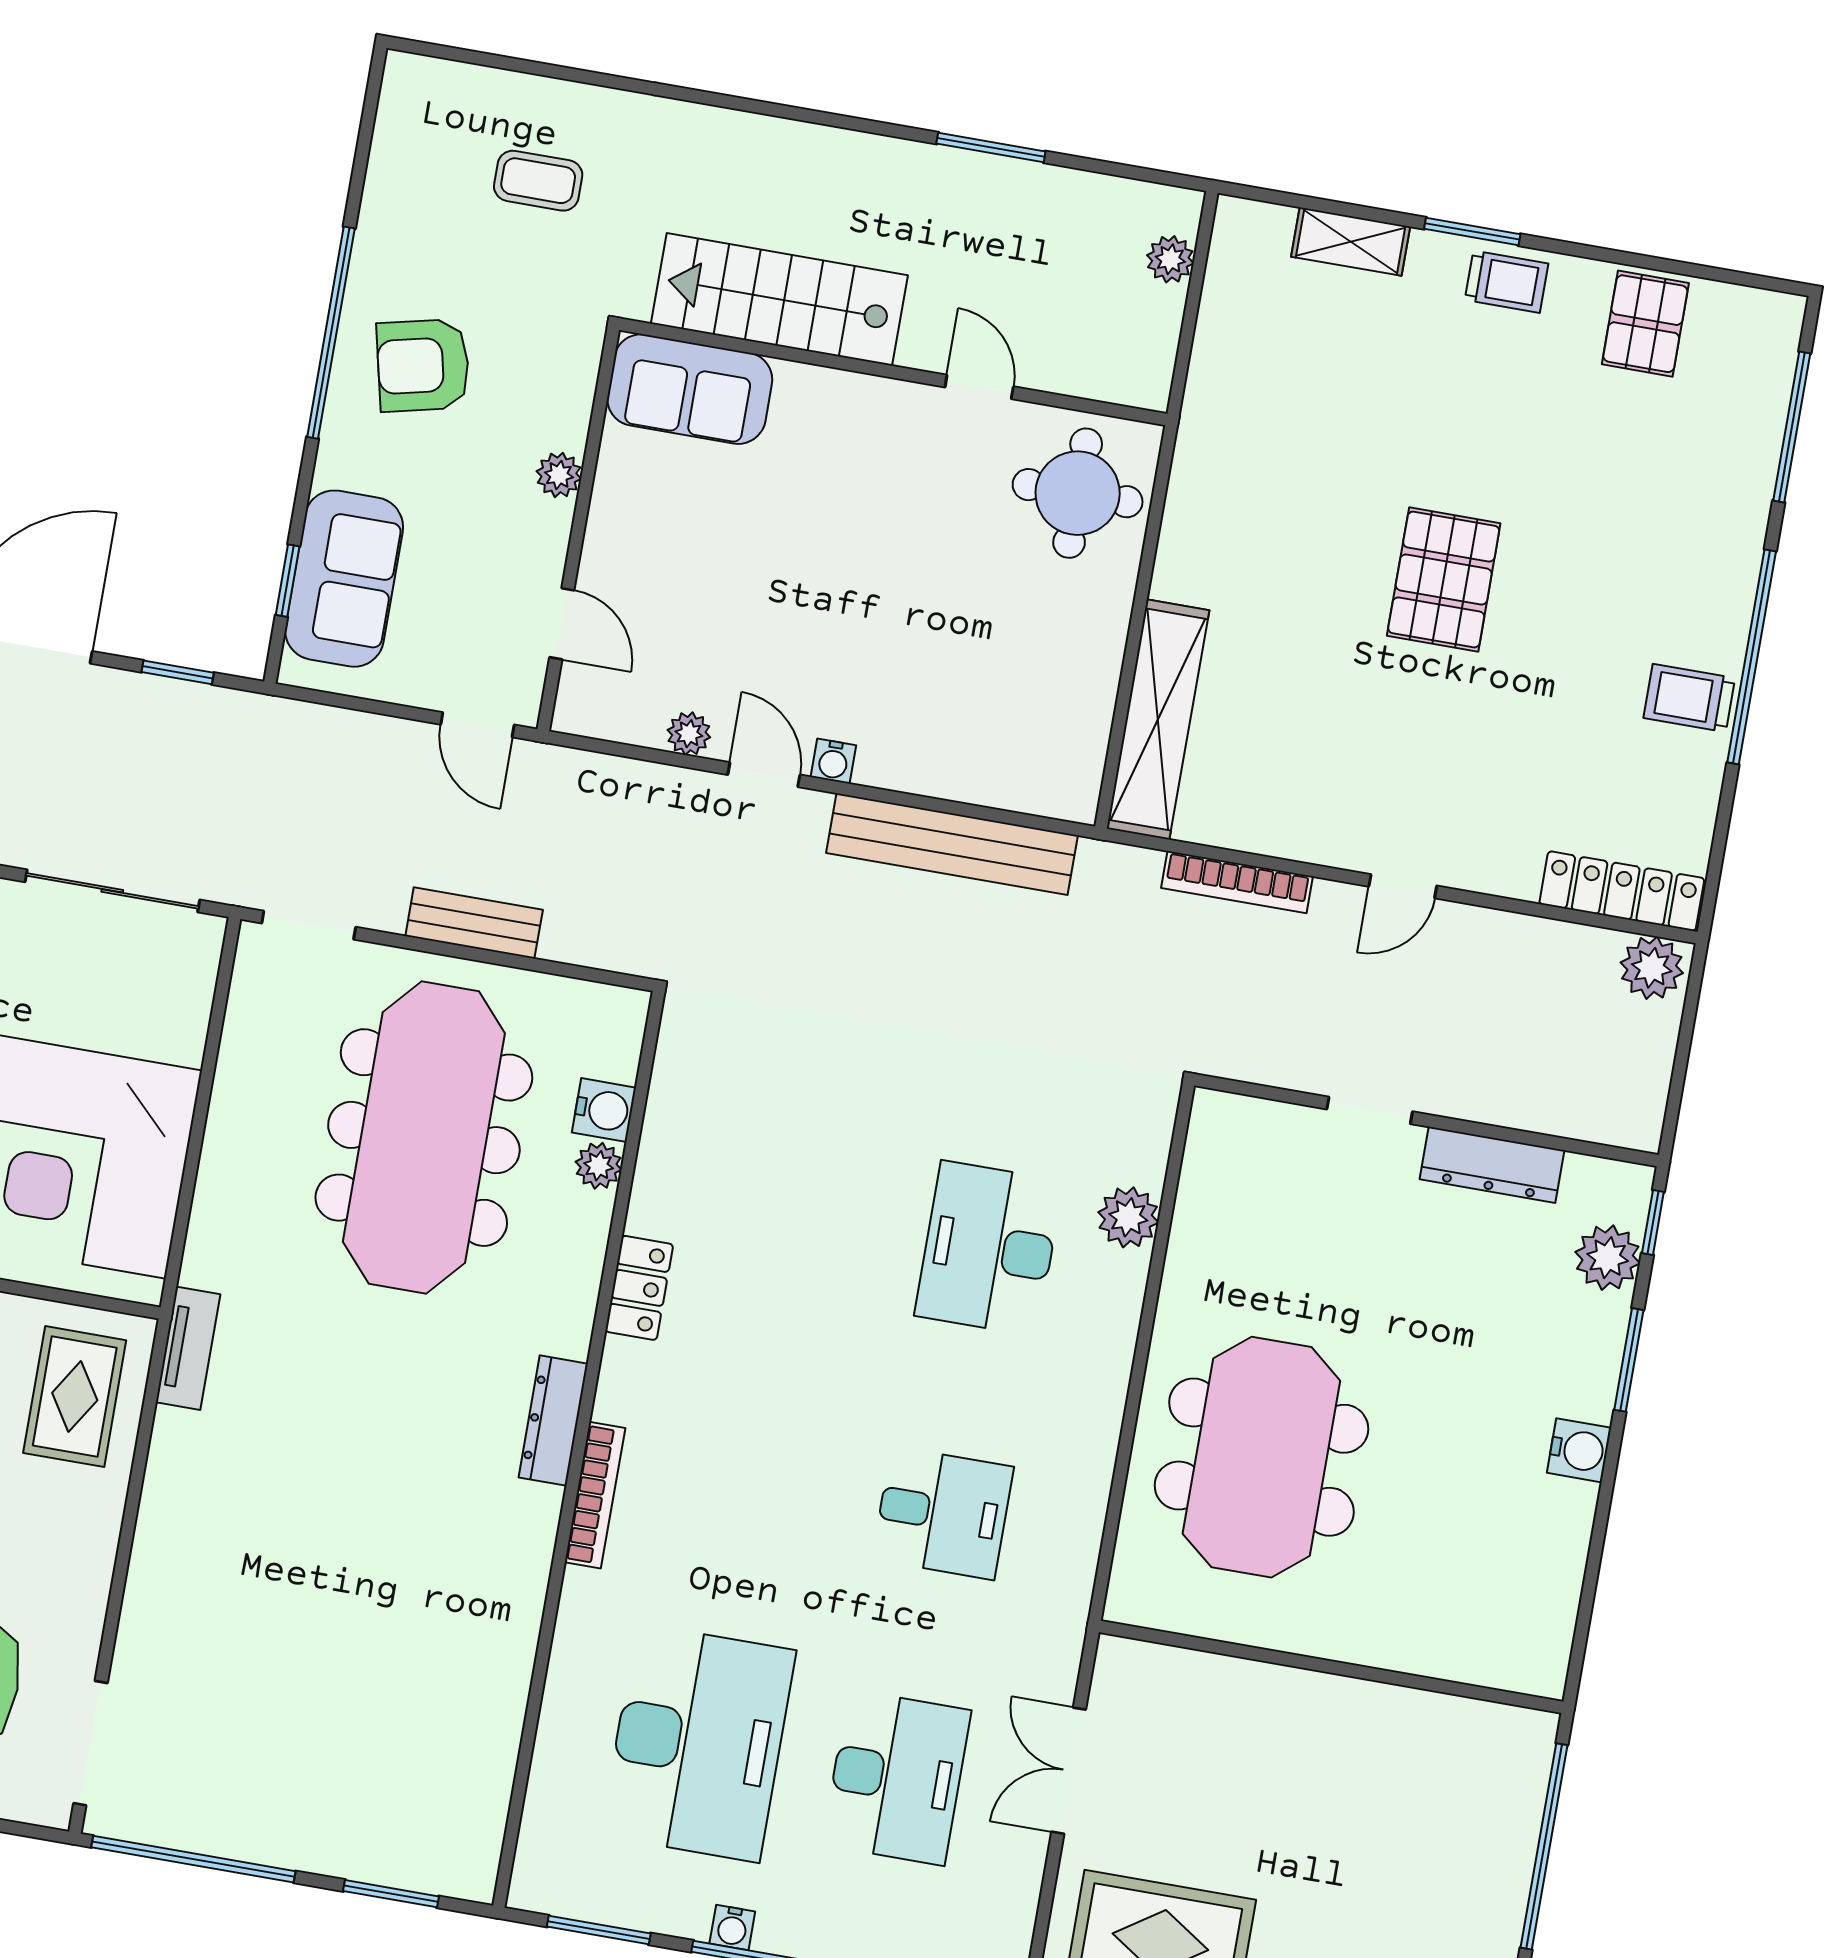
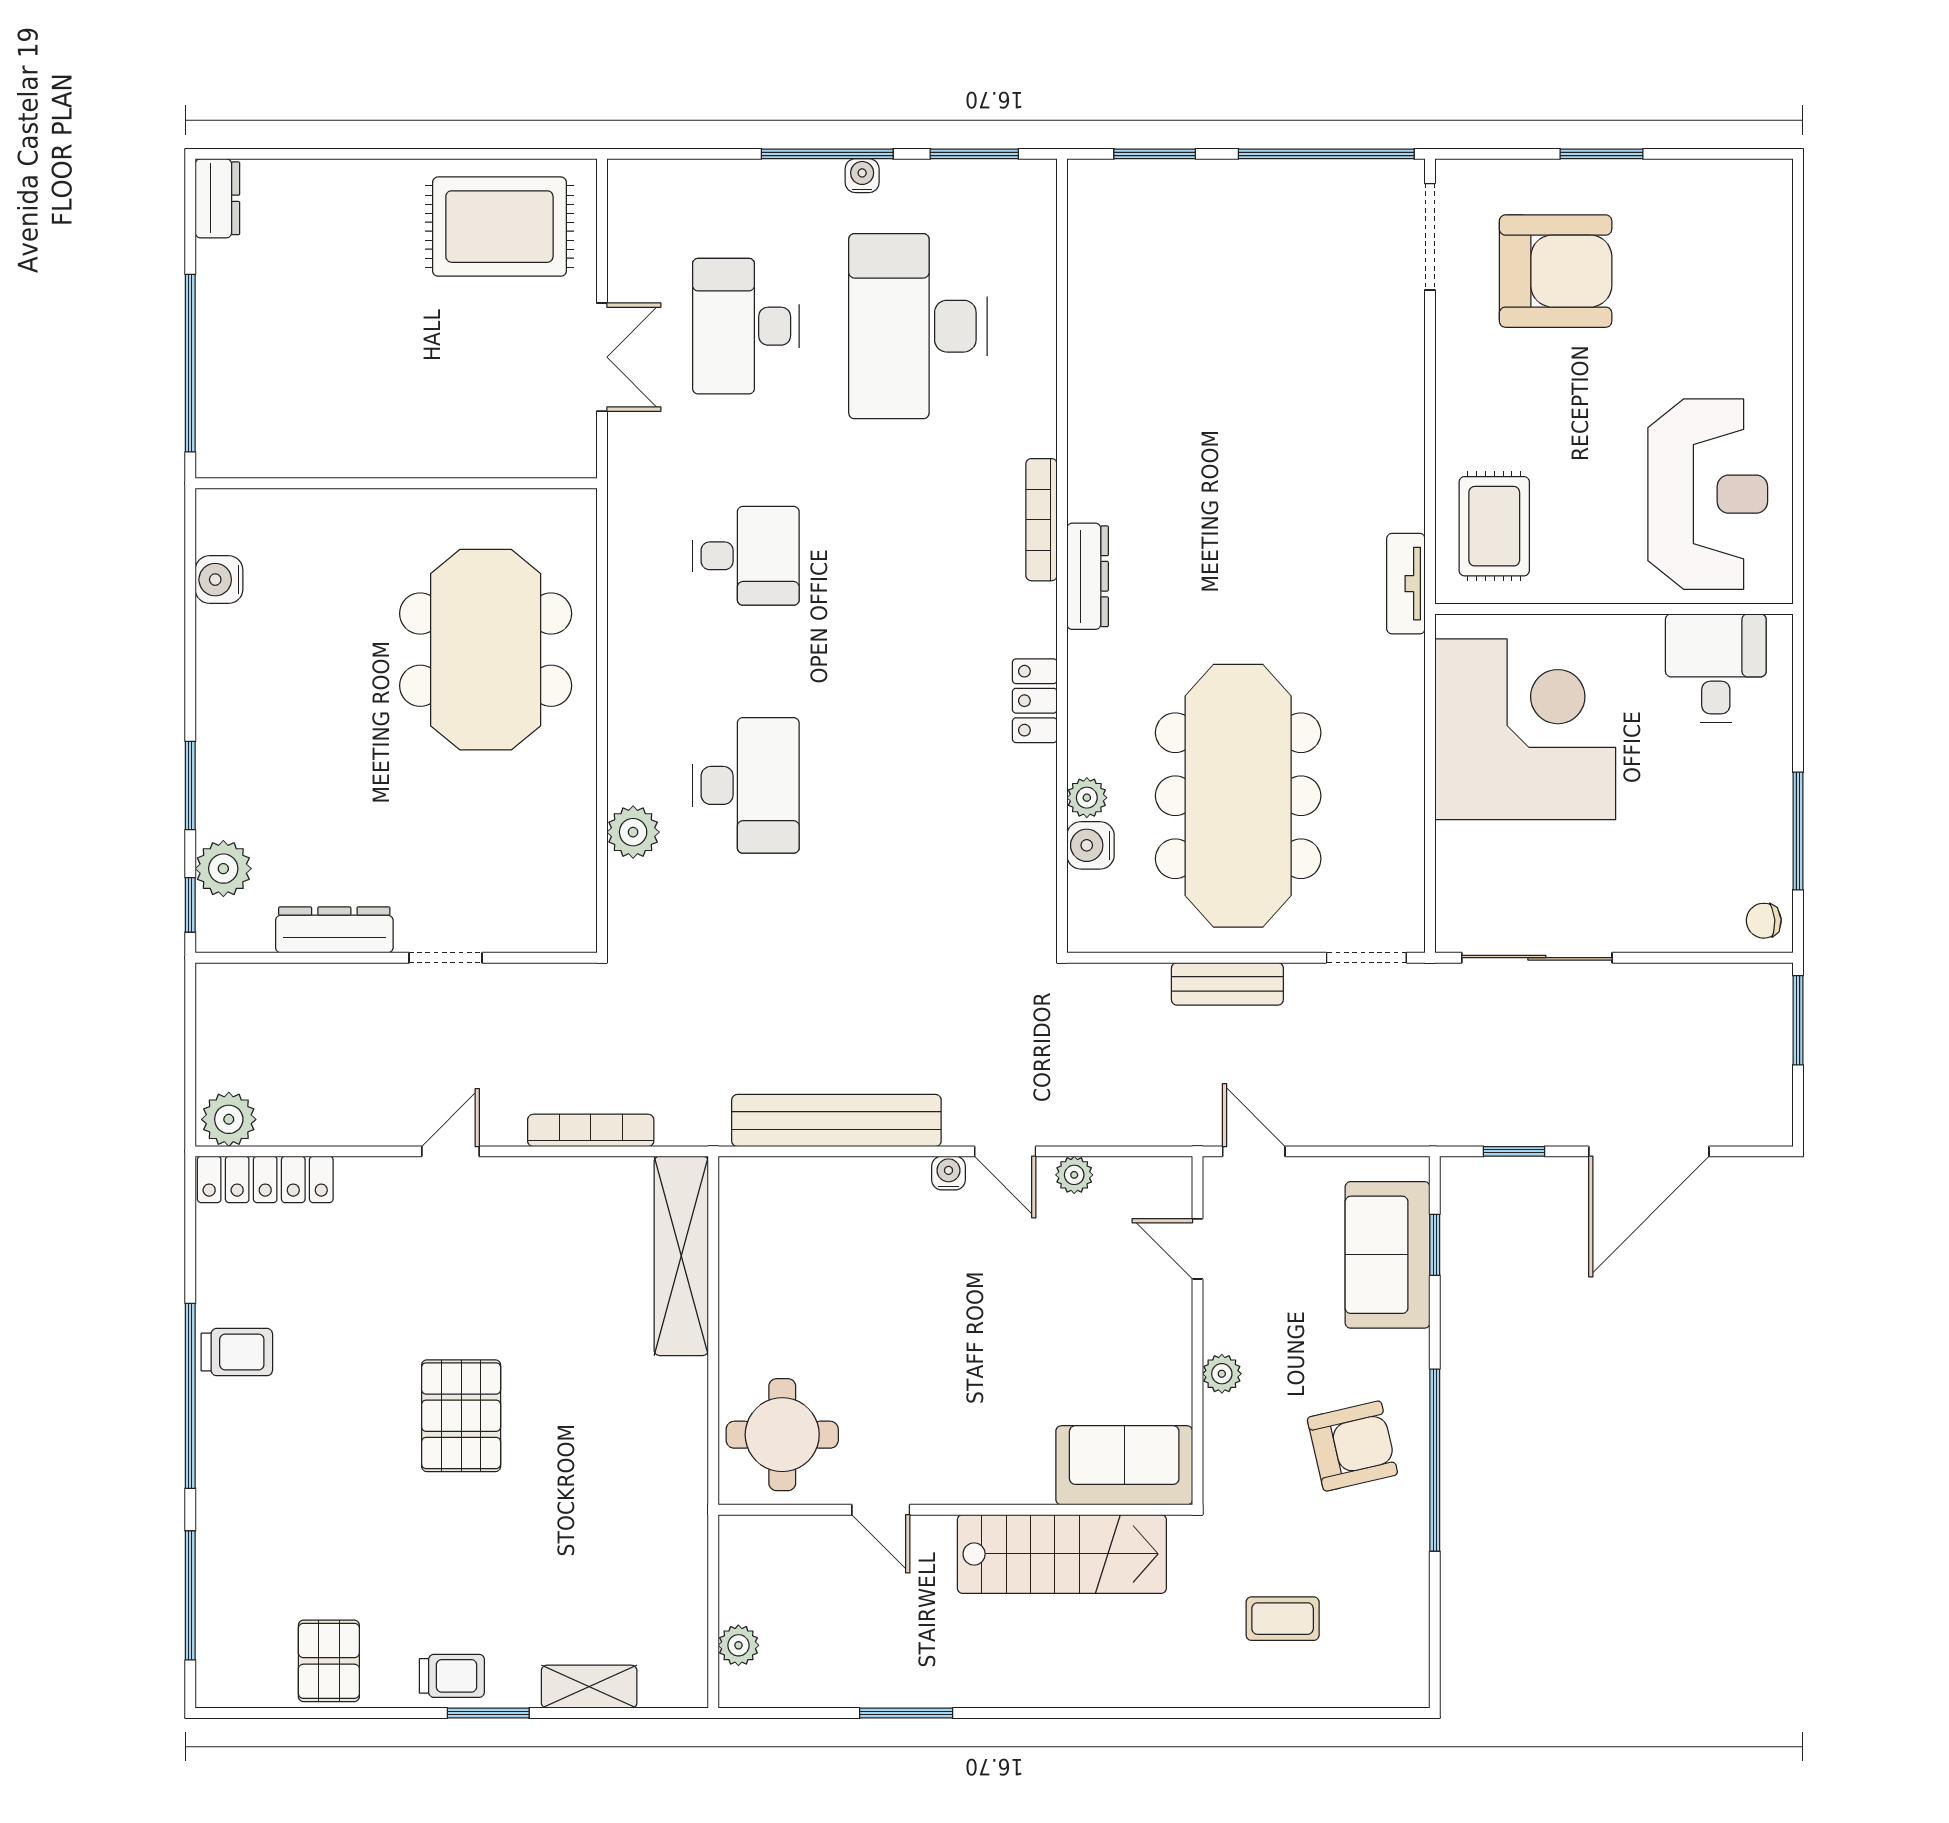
trolley: (1507, 282) -> (452, 1676), turned 180
water cooler: (1579, 1450) -> (219, 580), moved
desk: (943, 1513) -> (746, 556), turned 180

